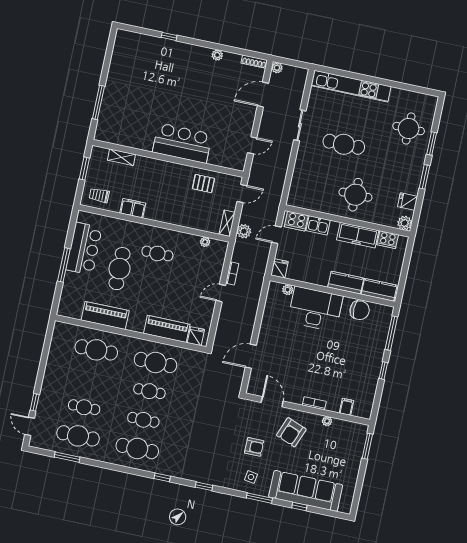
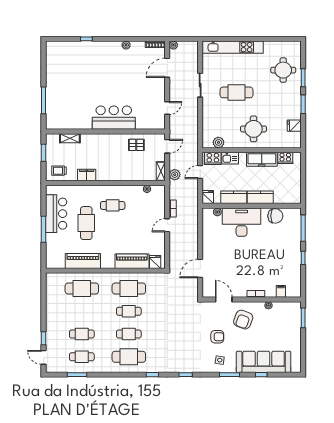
plant: (405, 223) -> (218, 142), moved
kitchen counter: (379, 290) -> (234, 197), moved
cafe table: (78, 436) -> (82, 357), width x0.73, depth x0.74

